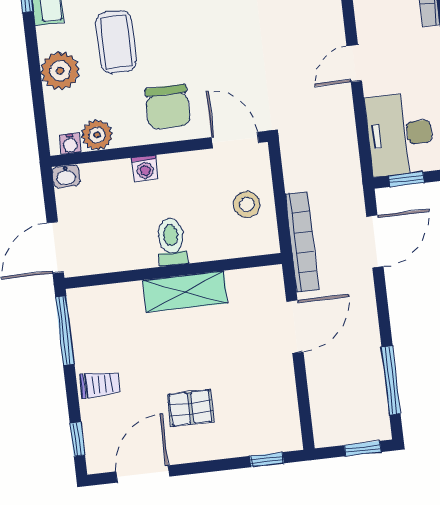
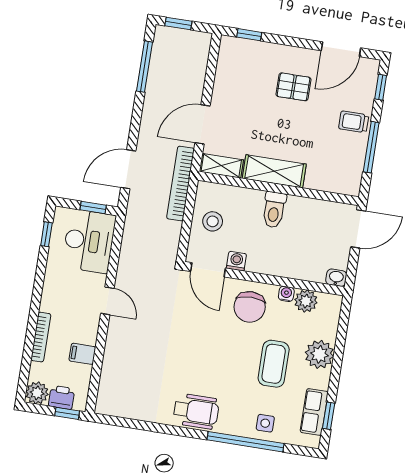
door: (354, 63) -> (107, 301), hinge flipped
chair: (168, 107) -> (250, 307), turned 180
water cooler: (70, 144) -> (286, 294), moved
washing machine: (145, 168) -> (236, 261), moved
shelving: (255, 280) -> (221, 166), added
window: (65, 331) -> (371, 147), moved

